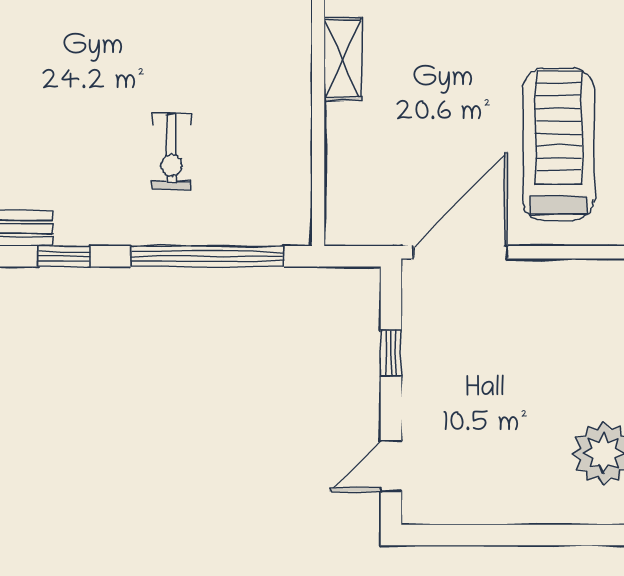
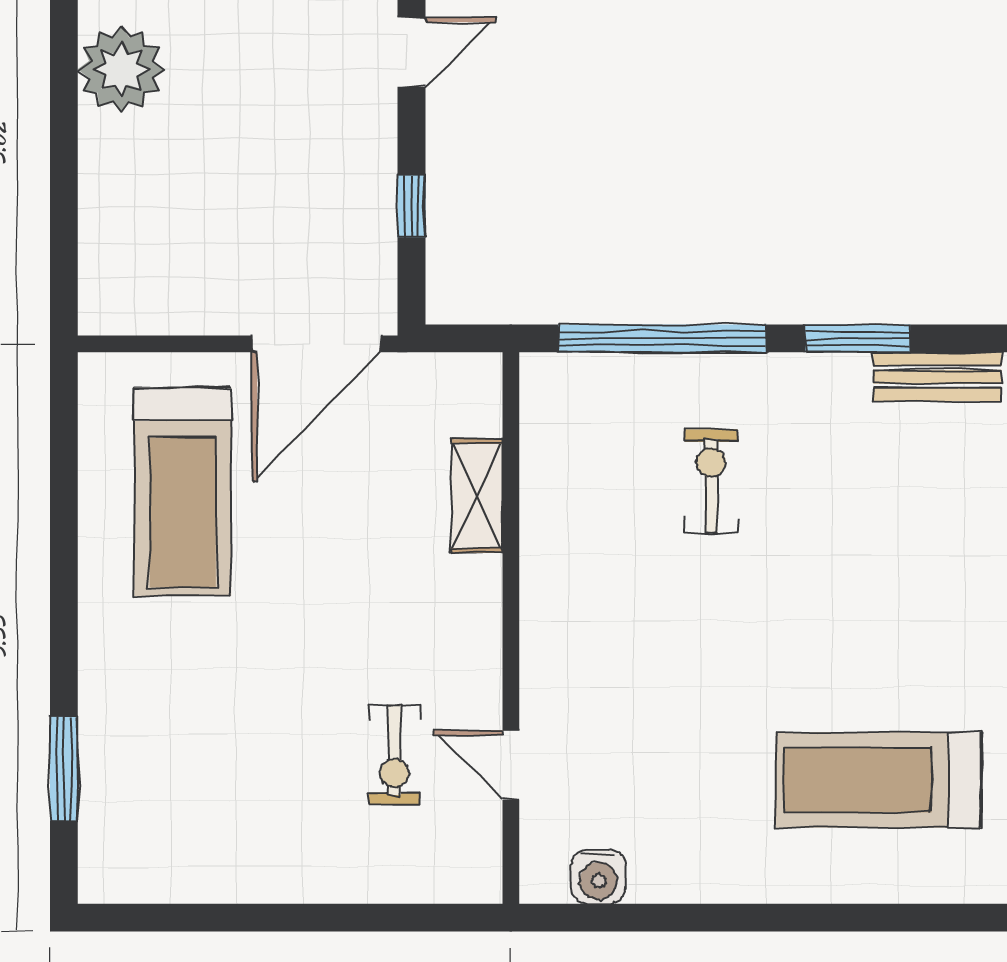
shelving: (343, 59) -> (477, 496), moved
window: (64, 256) -> (858, 338), width x1.50

